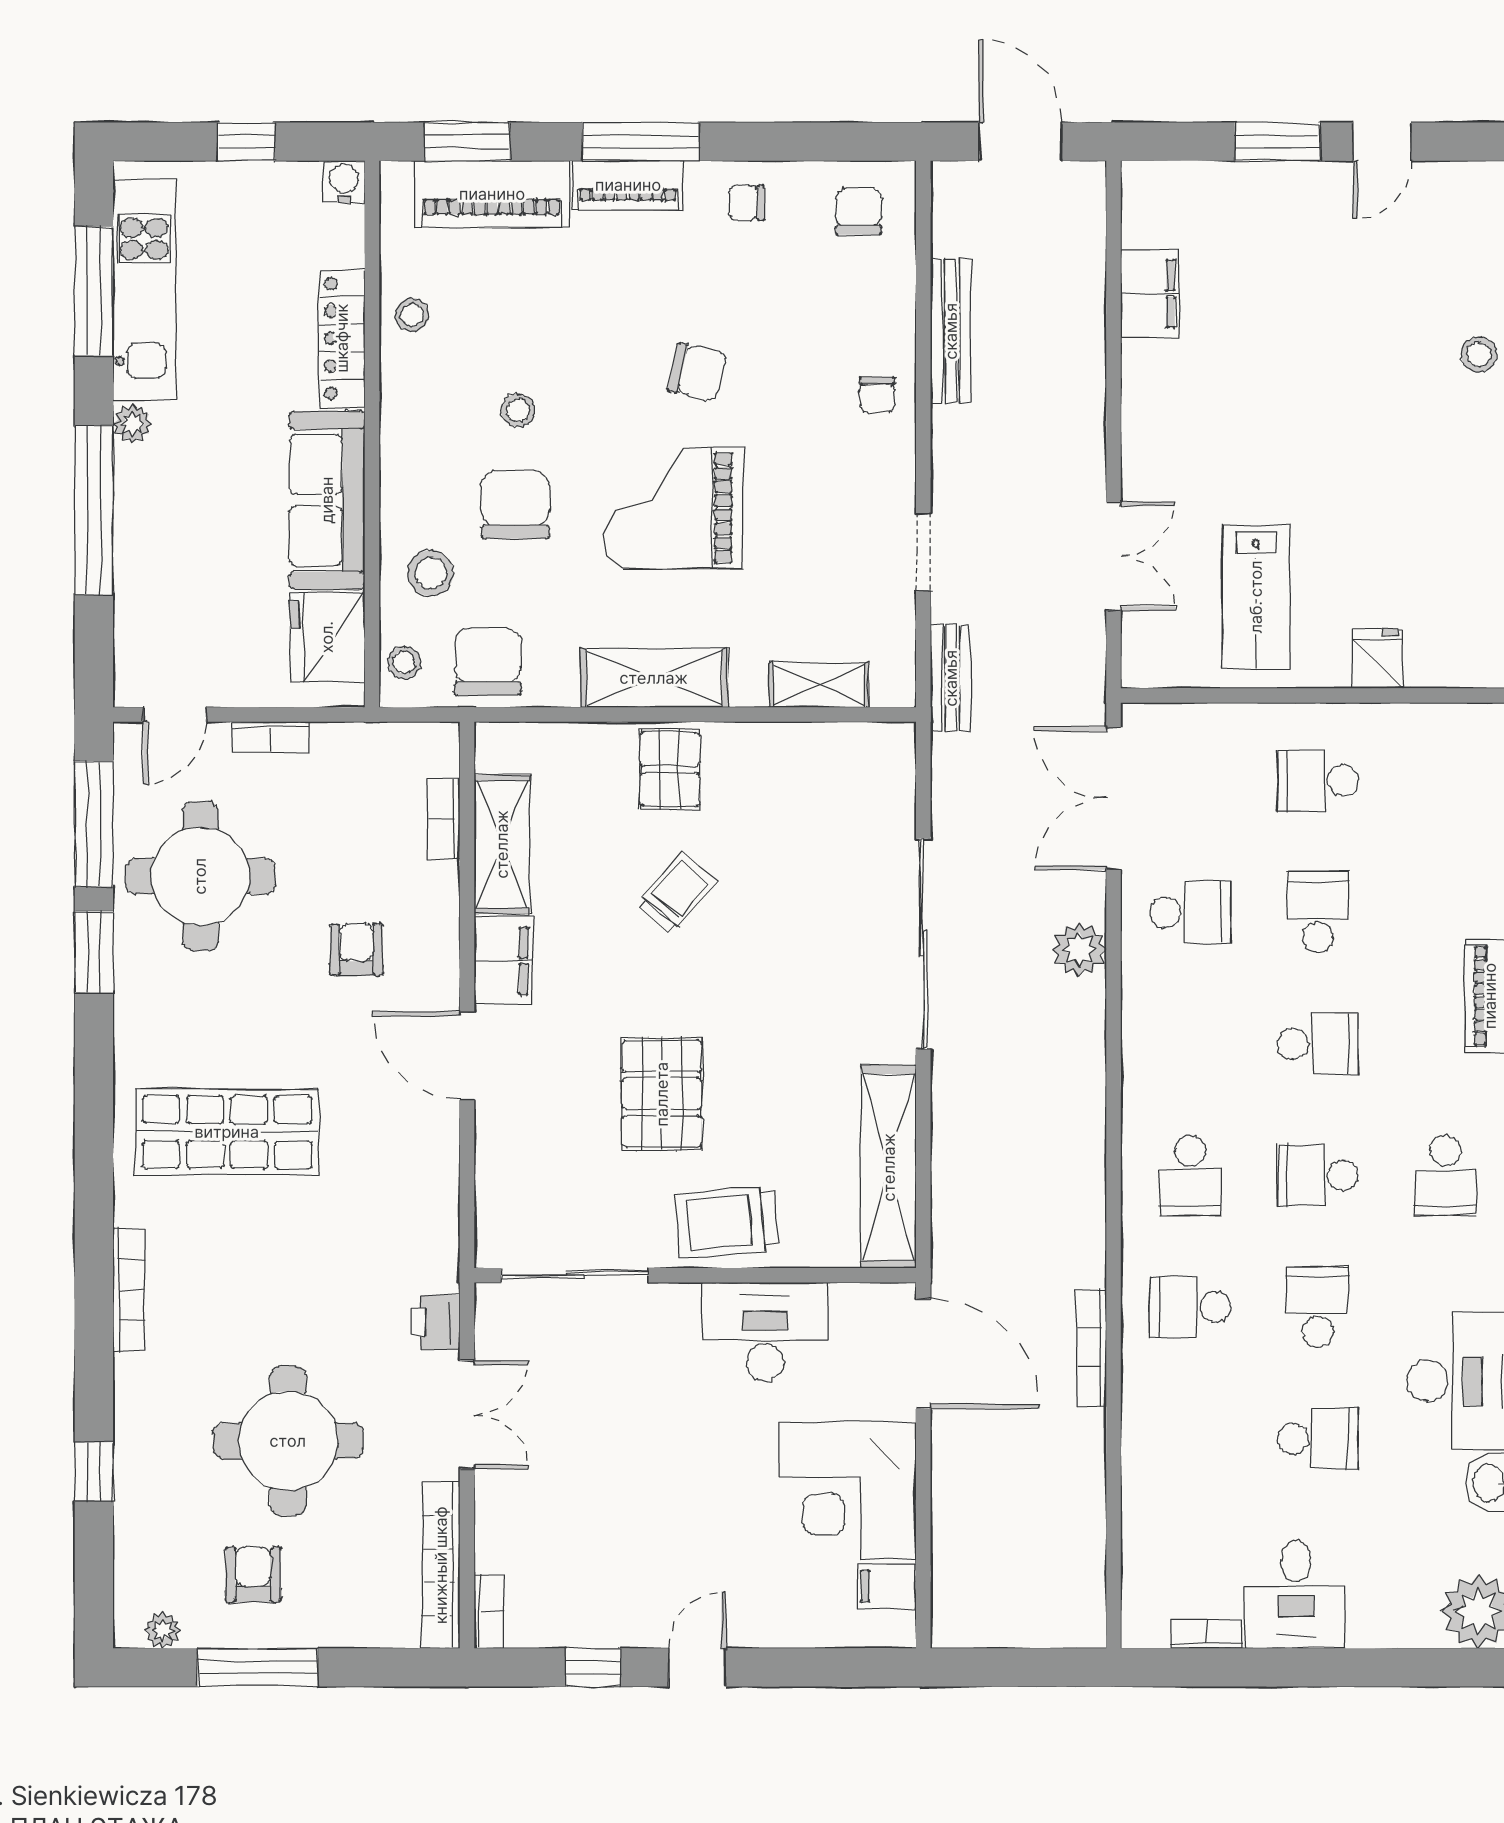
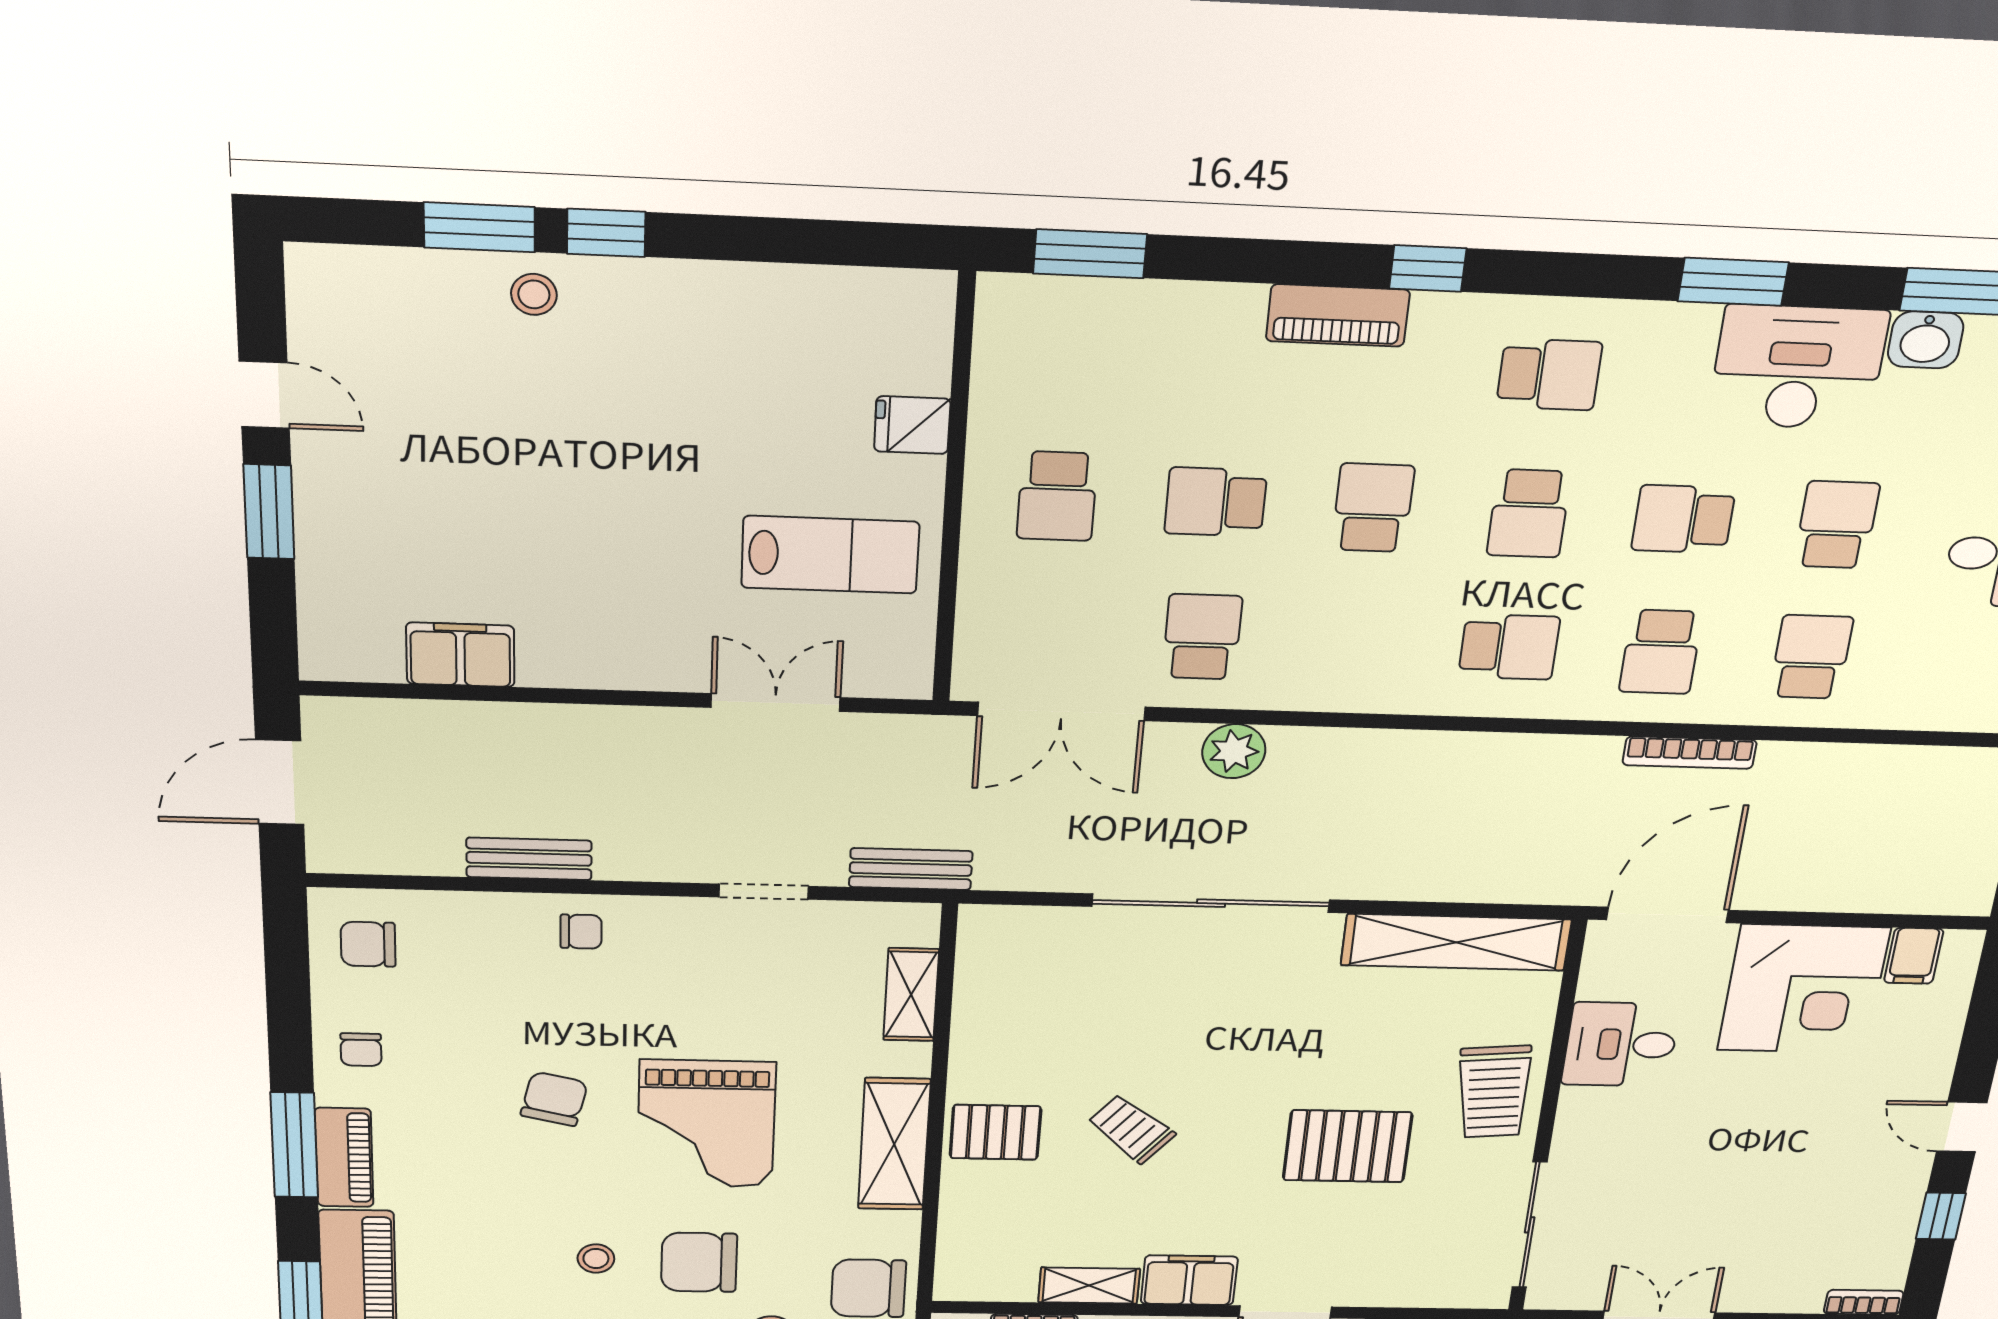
bench: (951, 331) -> (529, 859), width x0.73
shelving: (502, 844) -> (1089, 1286), width x0.67, depth x0.75
desk: (765, 1332) -> (1621, 1044), width x0.73
school desk: (1190, 1439) -> (1811, 657), added

